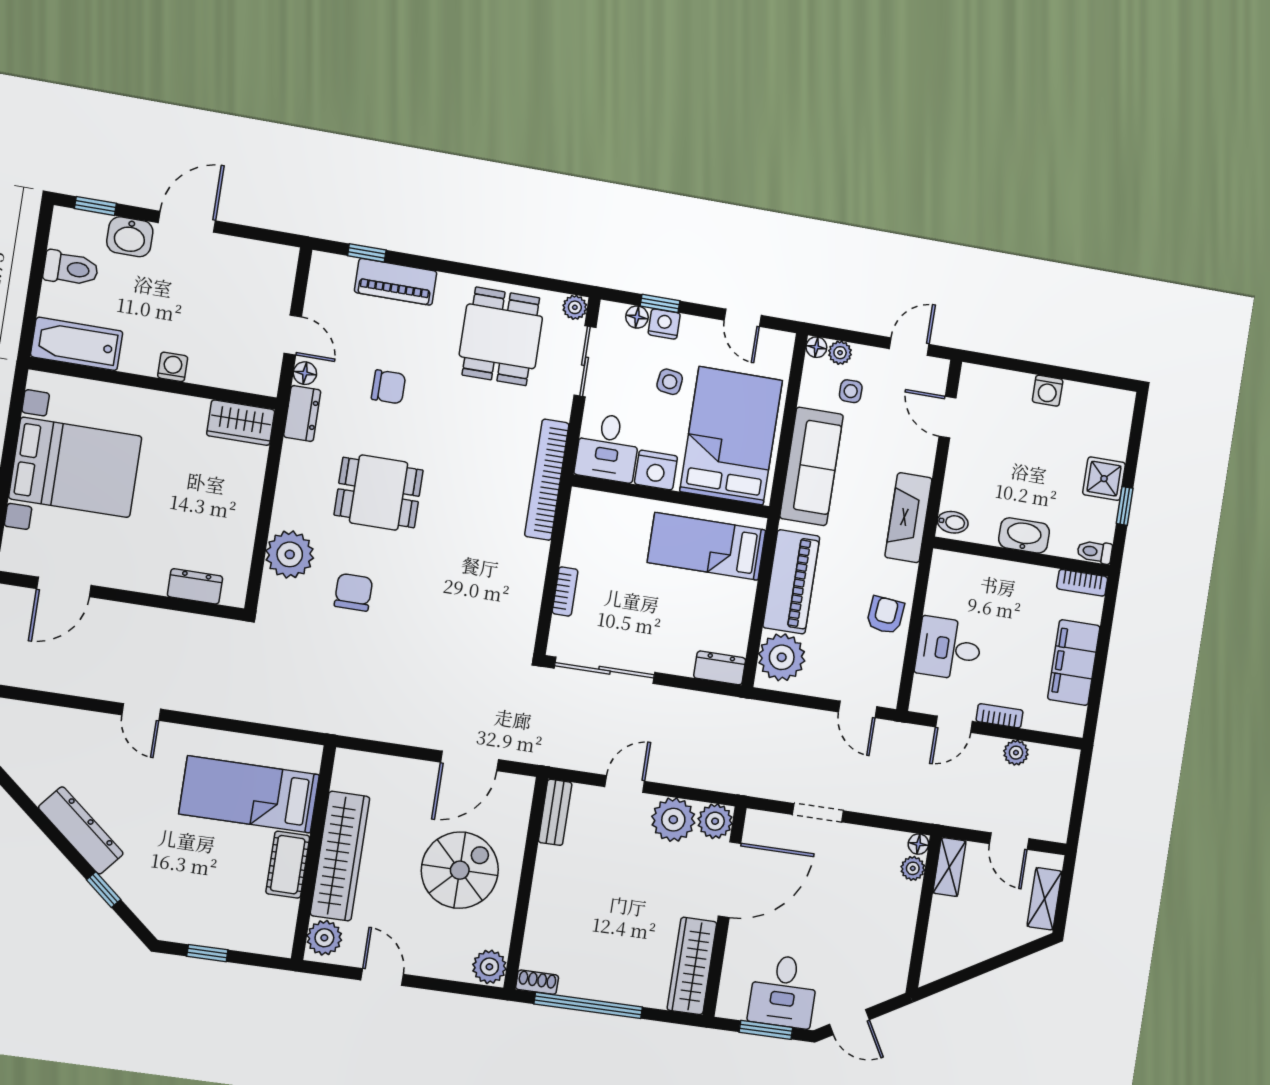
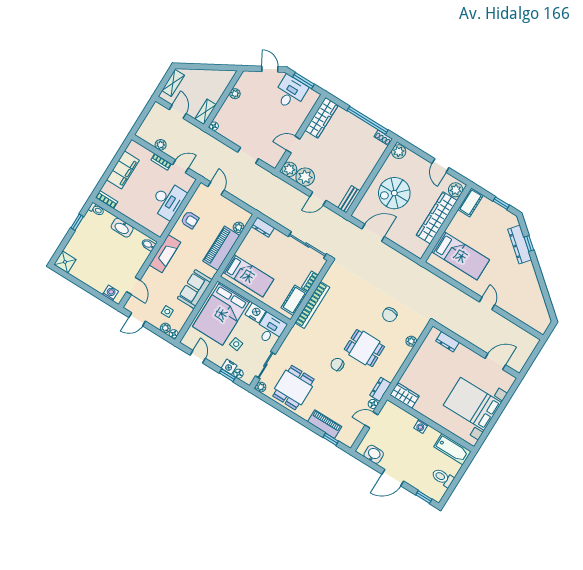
washbasin: (130, 237) -> (374, 454), moved
door: (293, 335) -> (371, 420), hinge flipped
chair: (389, 387) -> (337, 364), moved
washing machine: (1048, 391) -> (110, 293), moved
sofa: (811, 466) -> (195, 289), width x0.73
shower: (1104, 479) -> (65, 262), moved
bookcase: (547, 480) -> (312, 305), moved
cot: (582, 534) -> (294, 300), added
plant: (290, 554) -> (411, 341), width x0.53, depth x0.53
armchair: (885, 615) -> (190, 220), turned -95
desk: (949, 649) -> (168, 200), width x1.37
plant: (782, 657) -> (239, 227), width x0.53, depth x0.53
dresser: (81, 830) -> (520, 245), moved
cot: (288, 865) -> (470, 202), moved
plant: (913, 868) -> (235, 94), moved
door: (730, 880) -> (293, 145), width x0.53

